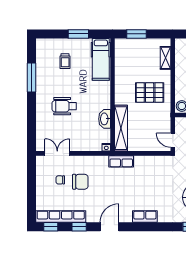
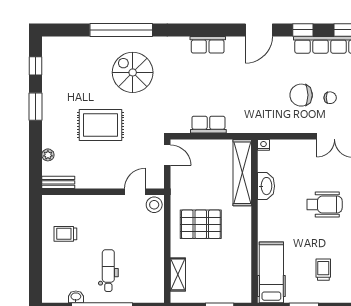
row of seats: (121, 161) -> (208, 125), moved

